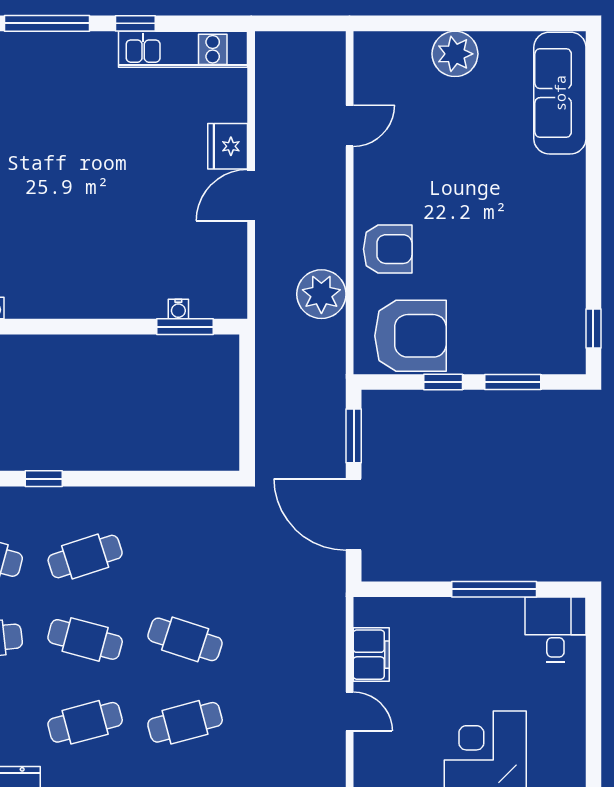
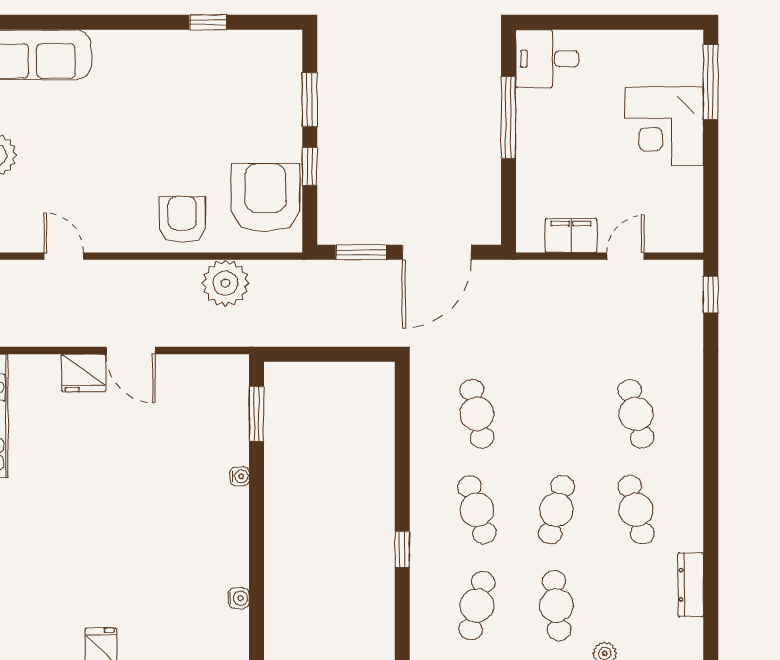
water cooler: (178, 309) -> (240, 476), moved
window: (593, 328) -> (208, 22), moved
cafe table: (185, 639) -> (477, 414), moved, turned -30

